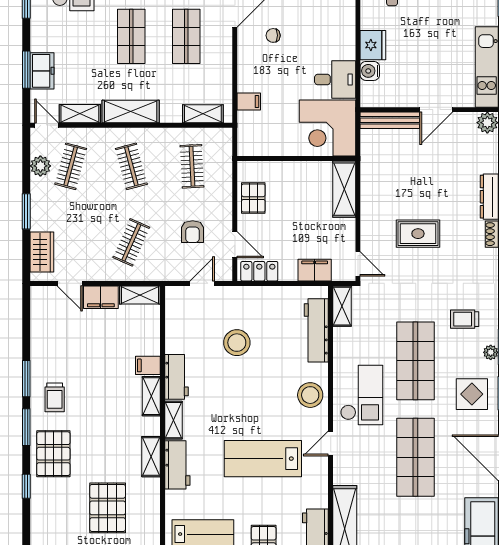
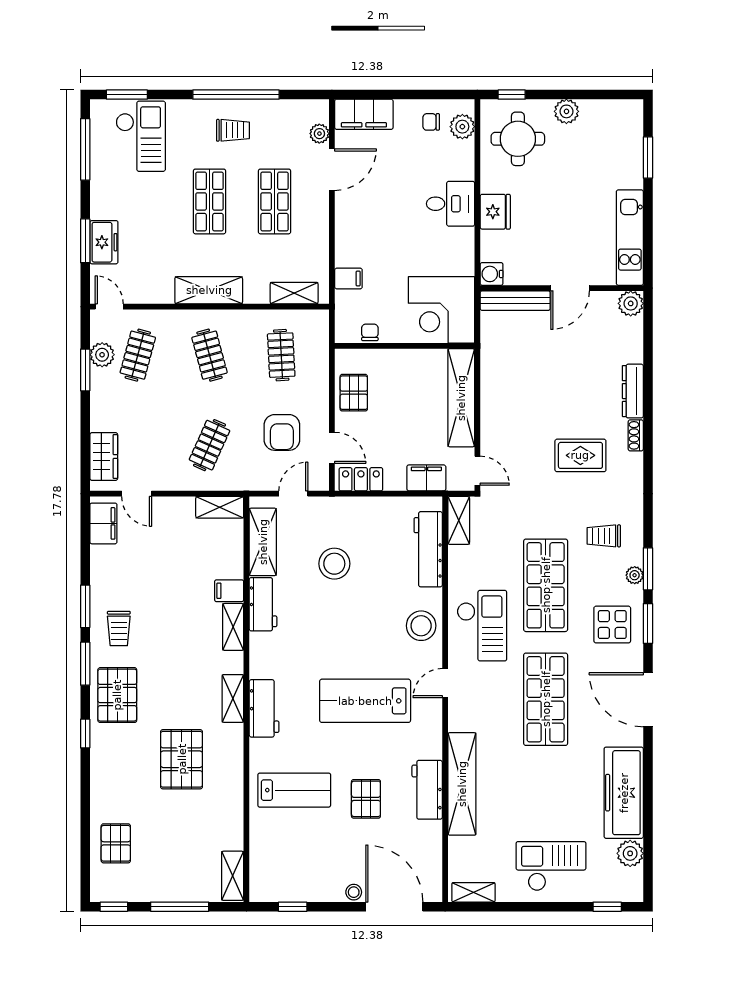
chair: (273, 35) -> (370, 332), moved, turned 90
water cooler: (370, 71) -> (492, 274), moved
desk: (335, 79) -> (451, 204), moved
shelving: (80, 114) -> (149, 293), removed
shelving: (344, 189) -> (461, 398), width x1.47
window: (26, 211) -> (85, 370), moved
armchair: (193, 232) -> (282, 432), width x1.38, depth x1.38
rug: (418, 234) -> (580, 455), moved
filing cabinet: (101, 297) -> (103, 523), moved, turned -90
shelving: (173, 420) -> (263, 542), moved, width x1.50, depth x1.33

